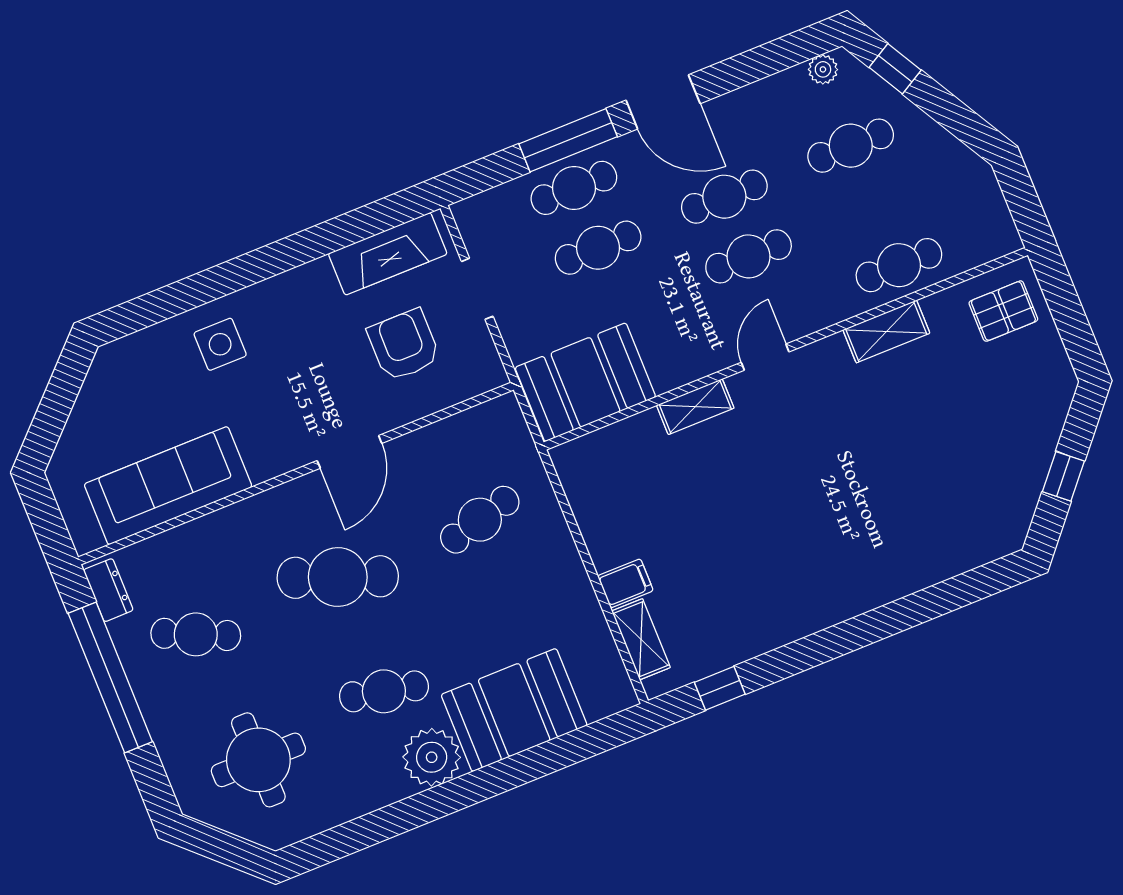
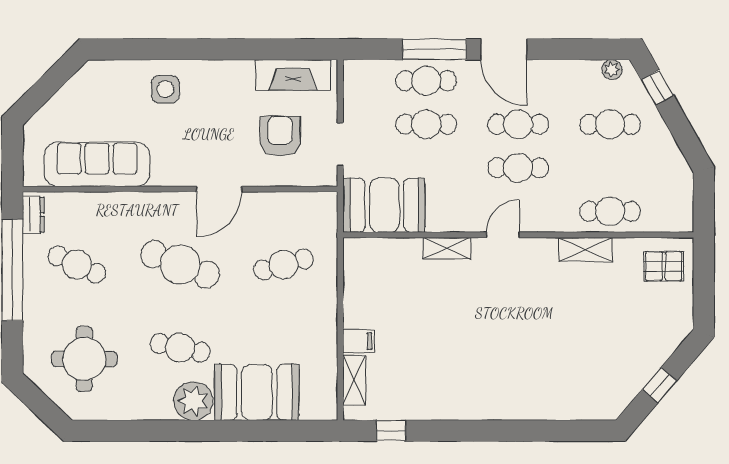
doorway: (477, 289) -> (340, 144), moved

